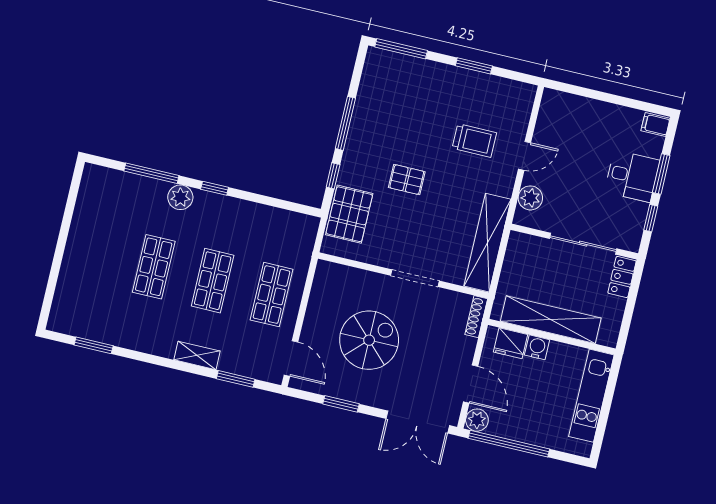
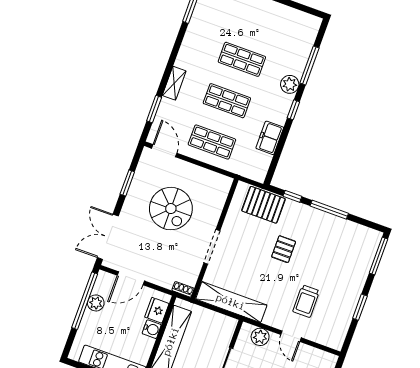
freezer: (257, 216) -> (270, 138), added
shoe rack: (476, 317) -> (183, 289), width x0.70
door: (291, 358) -> (164, 151), swing flipped
plant: (477, 420) -> (96, 303), moved

